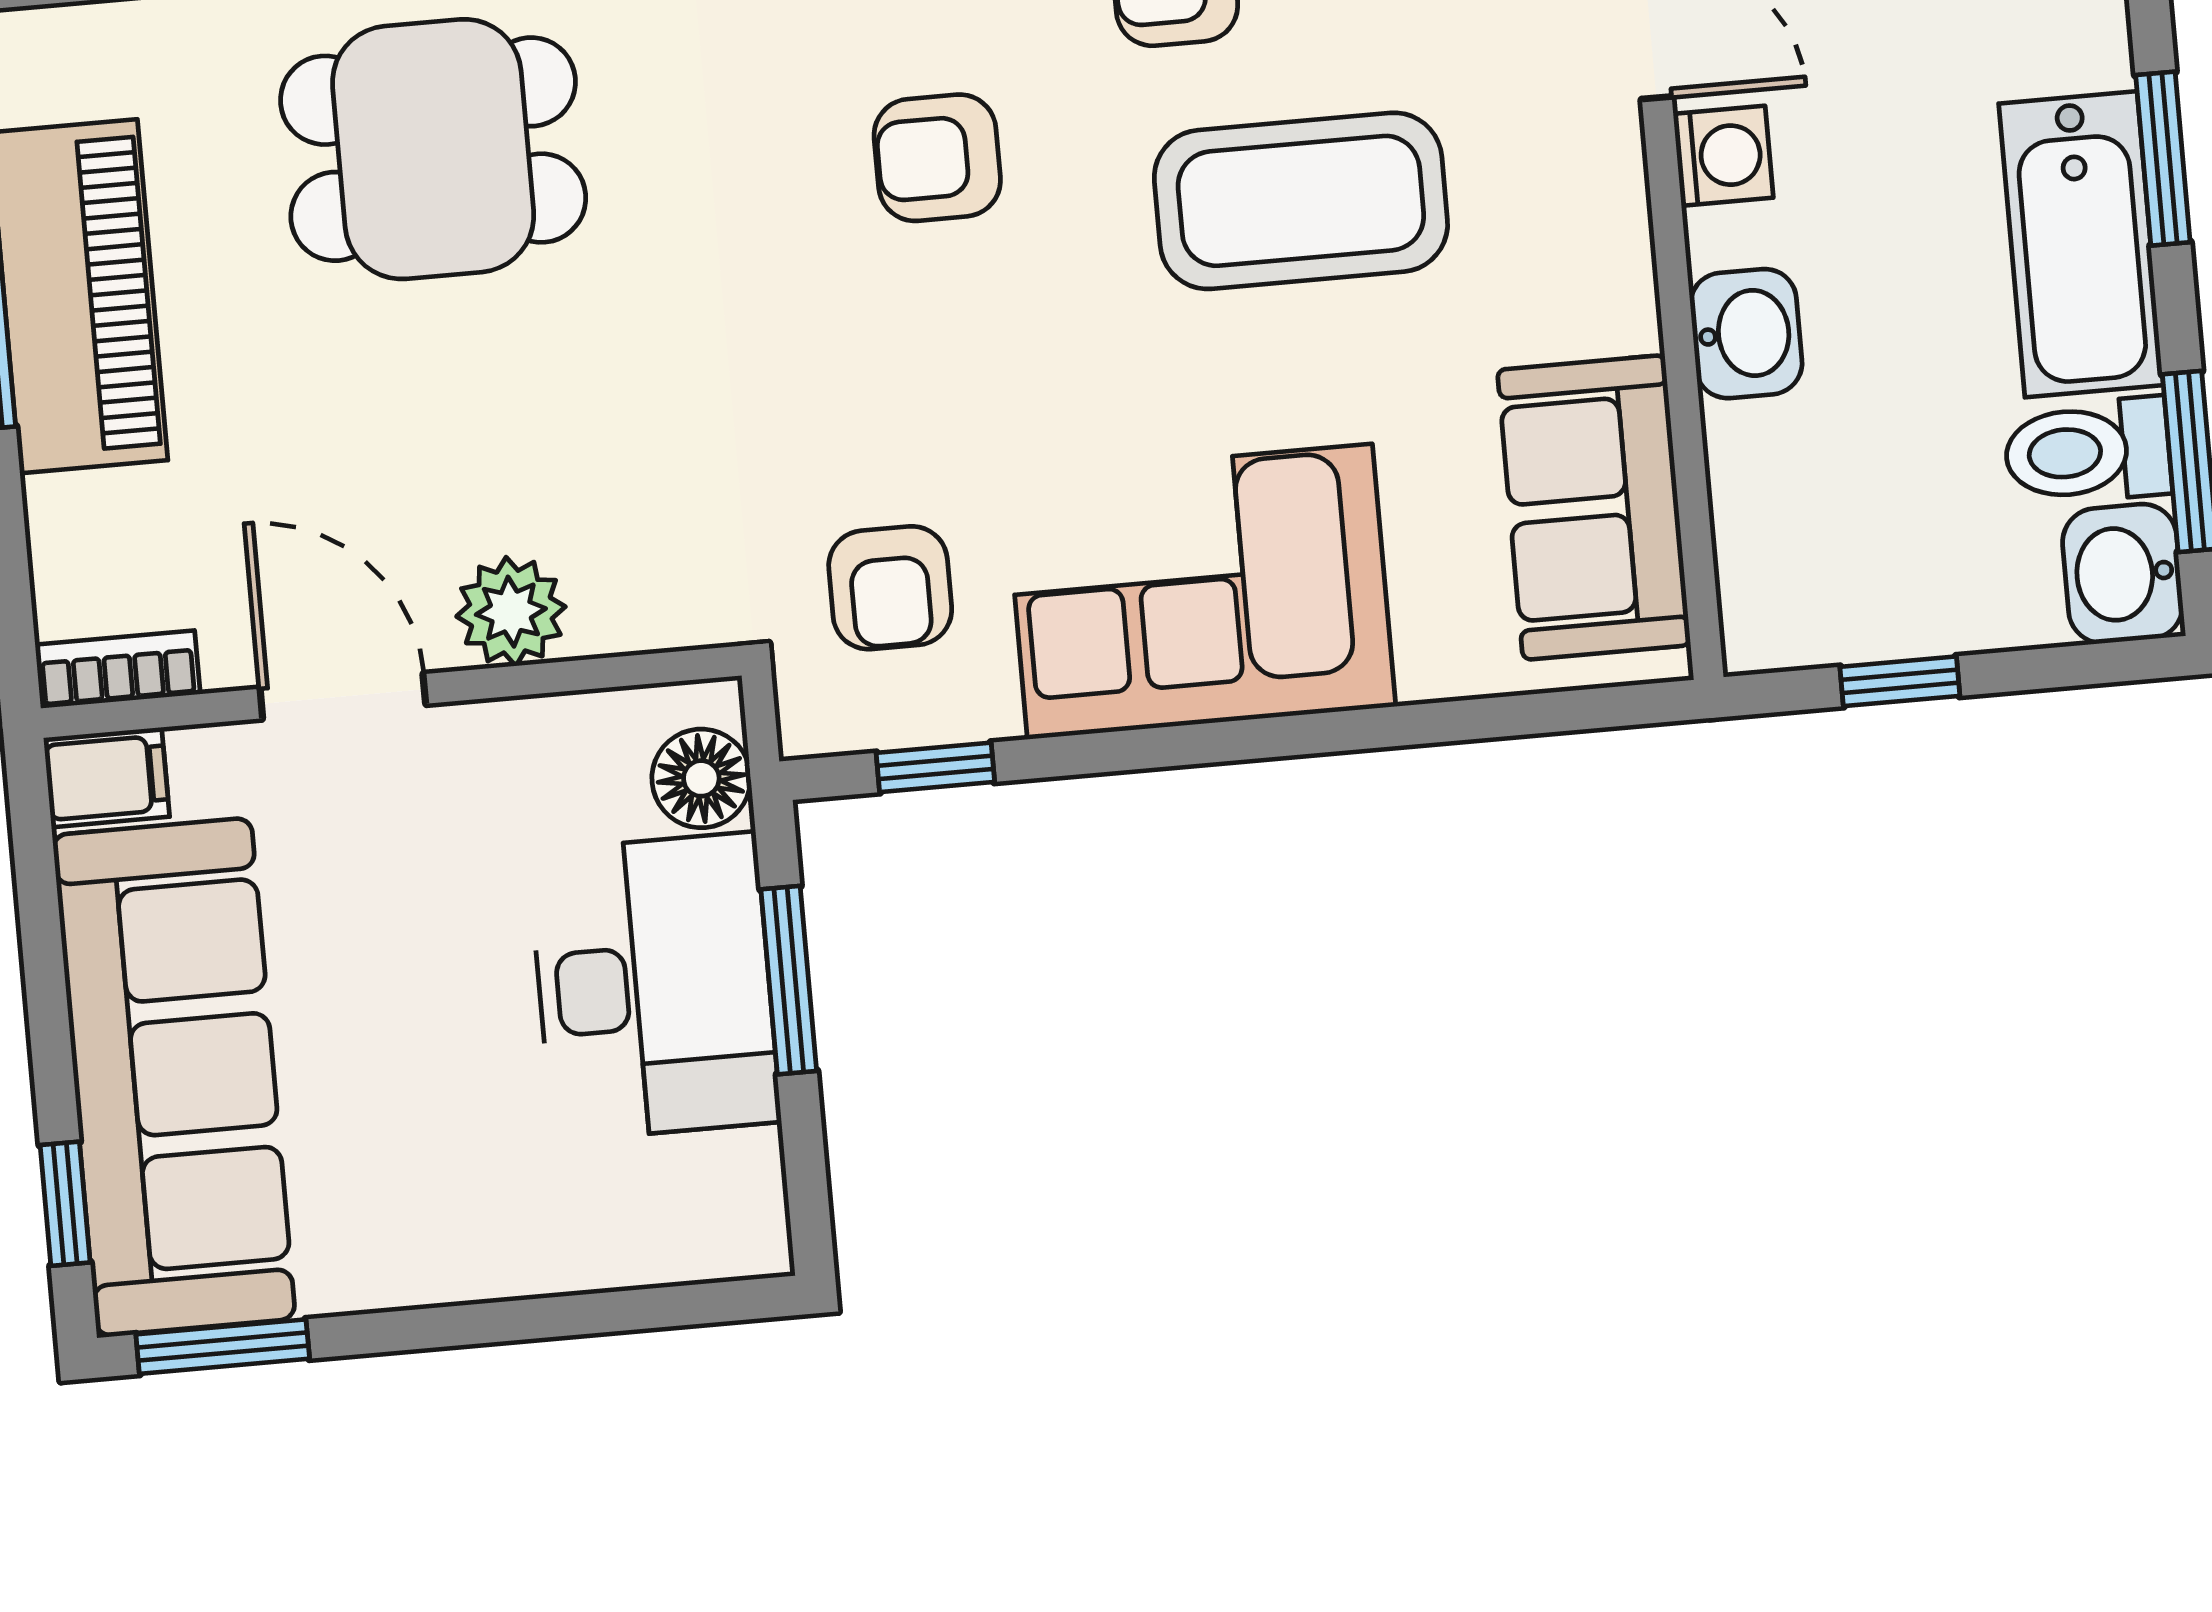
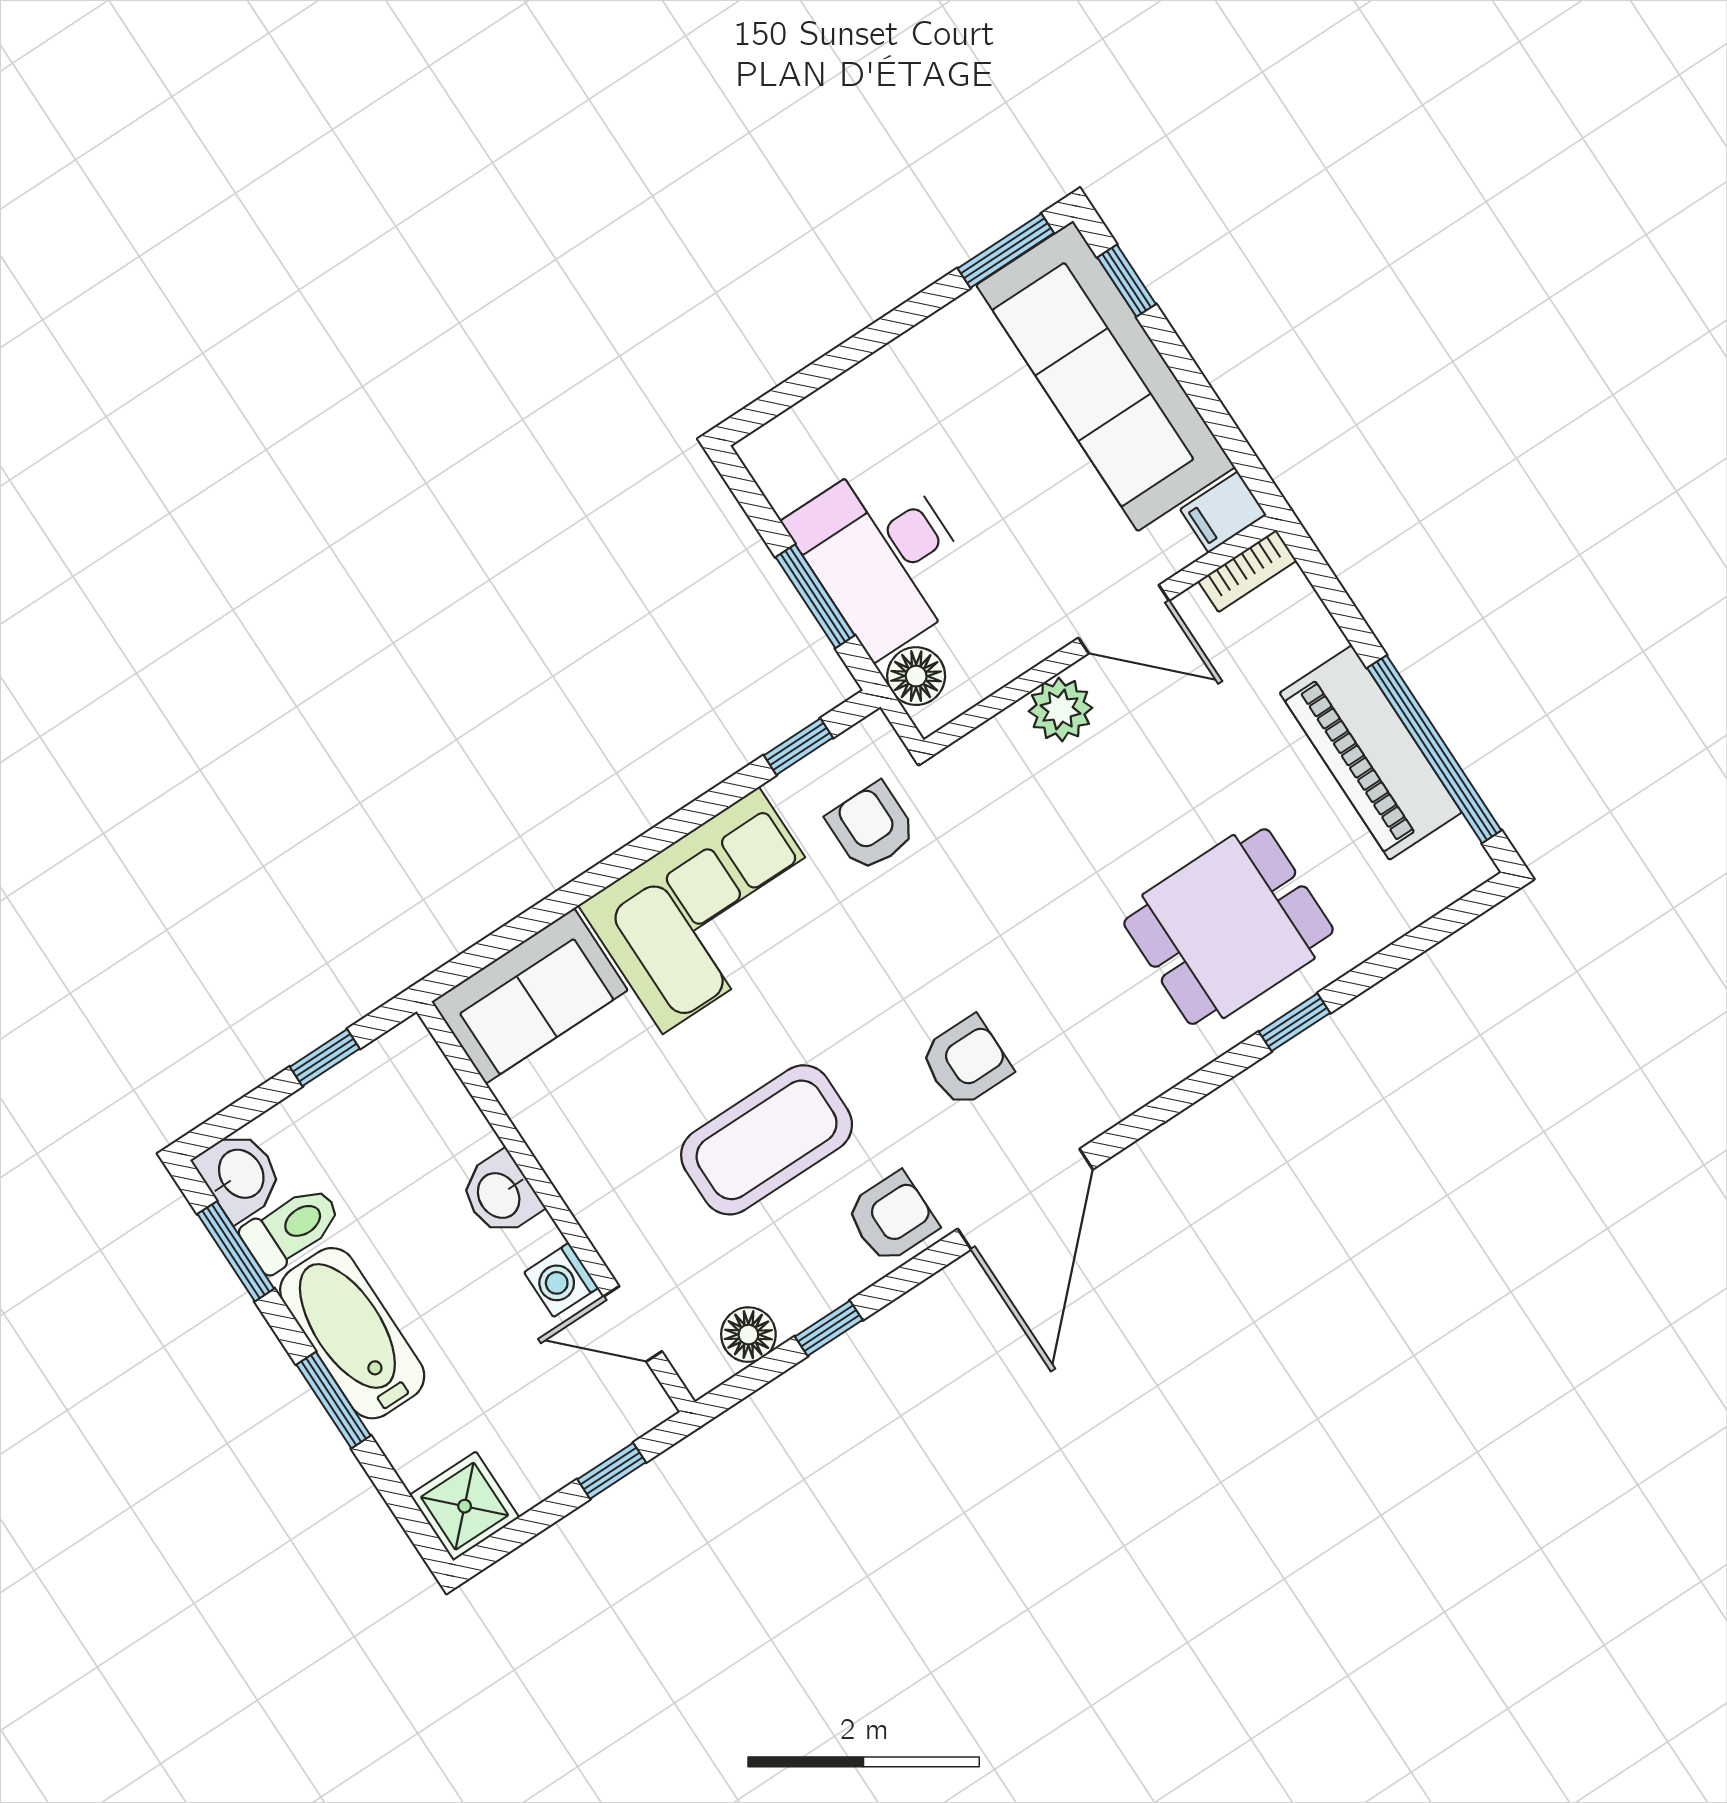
sofa: (1594, 507) -> (530, 996), moved, turned 90

